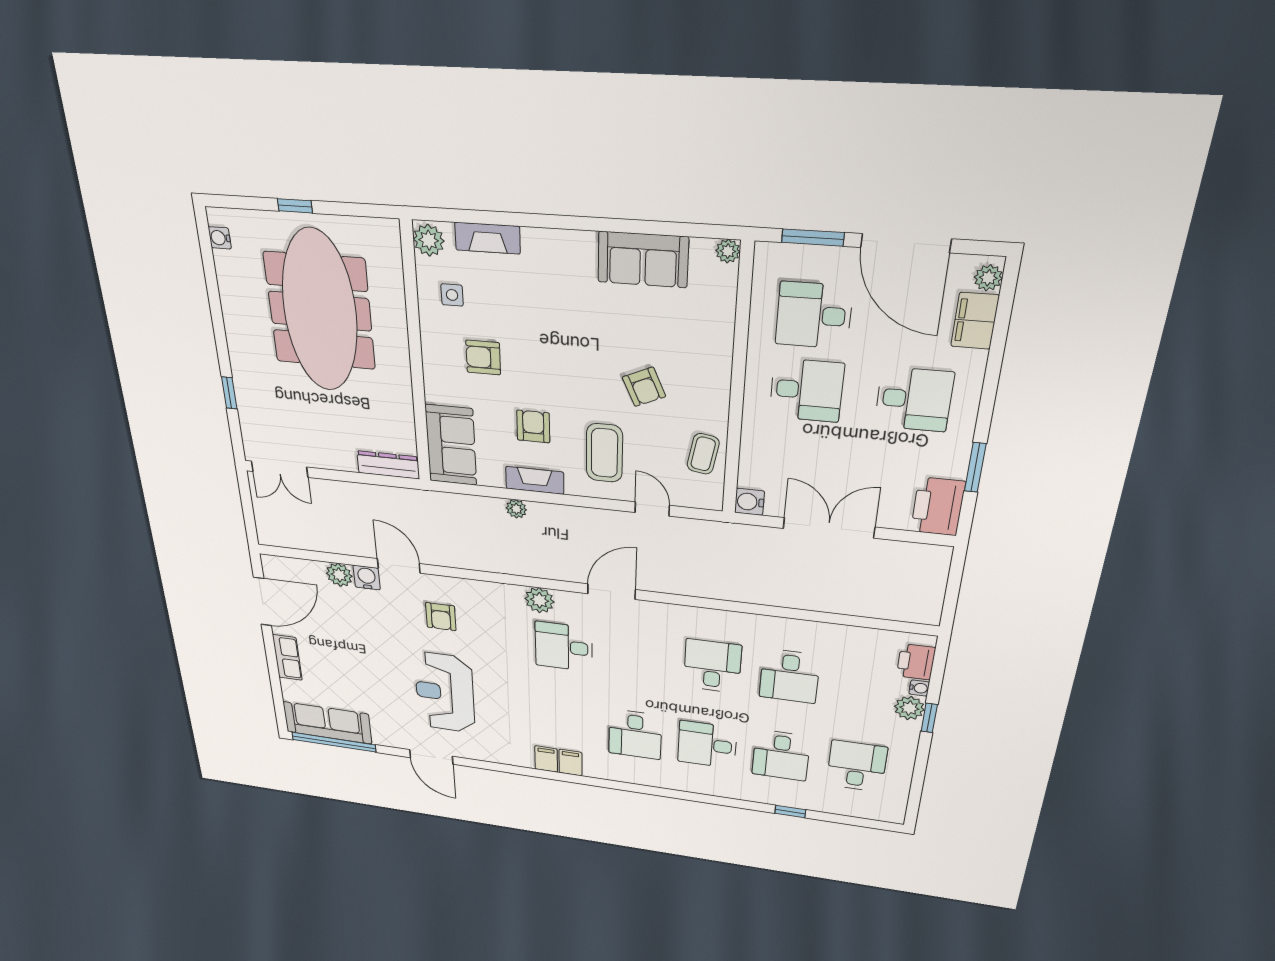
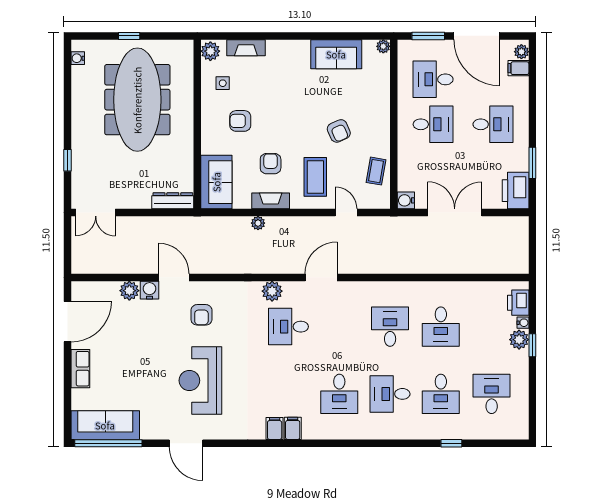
filing cabinet: (975, 321) -> (518, 68), width x0.50

